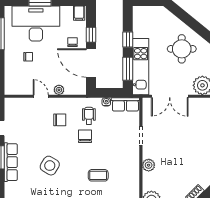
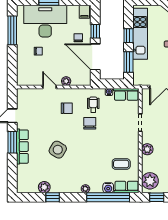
kitchen unit: (141, 67) -> (140, 34), moved
coffee table: (98, 175) -> (121, 164), moved

